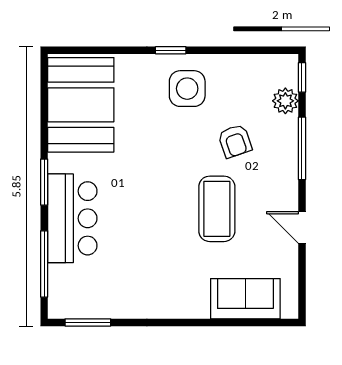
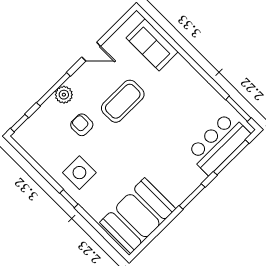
plant: (285, 101) -> (64, 95), moved
armchair: (235, 141) -> (82, 125), turned -71
bar counter: (72, 218) -> (218, 143), moved
door: (302, 228) -> (91, 52), hinge flipped

